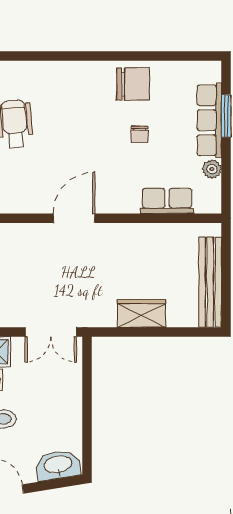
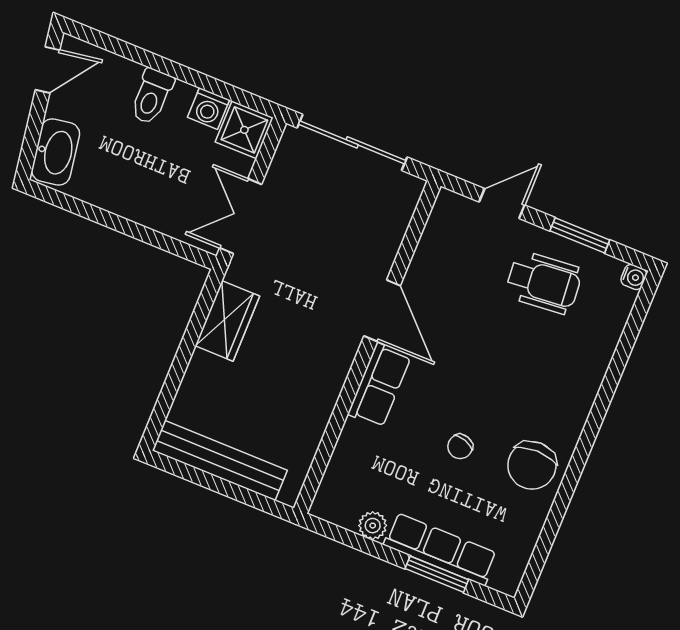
chair: (140, 134) -> (460, 447), turned -73
row of seats: (167, 201) -> (379, 385), moved
wardrobe: (142, 313) -> (227, 321), moved

